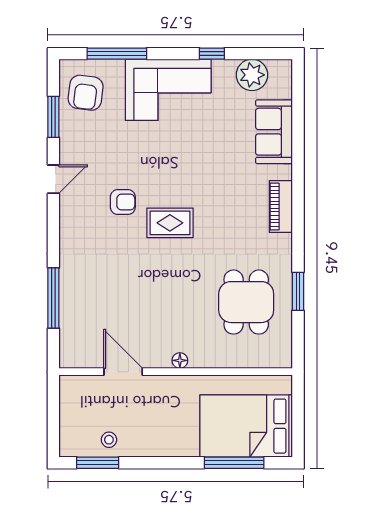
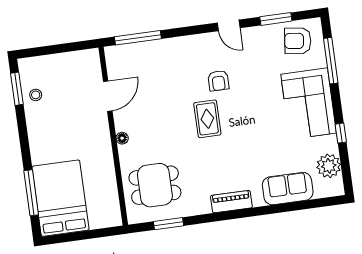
floor lamp: (180, 360) -> (122, 138), moved
door: (123, 372) -> (108, 96), moved
wall: (176, 372) -> (113, 136), moved

